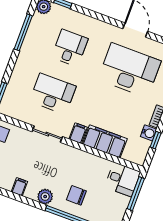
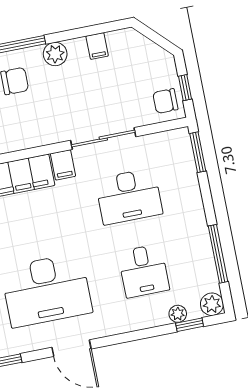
plant: (66, 13) -> (178, 314), added
sliding door: (47, 134) -> (103, 139), width x1.37

